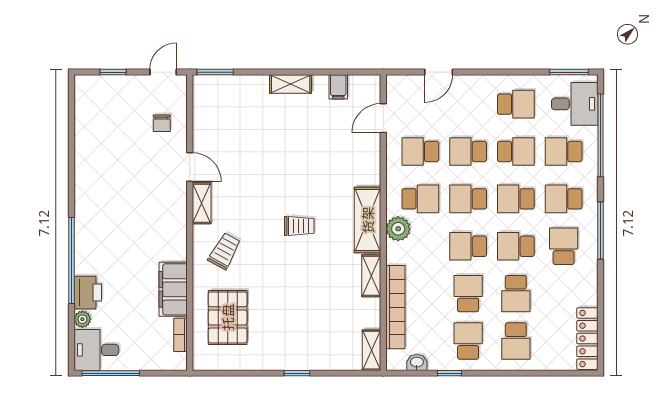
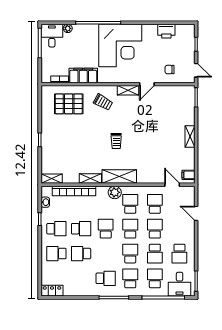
filing cabinet: (338, 87) -> (188, 175), moved
school desk: (420, 199) -> (130, 204), turned 180
corner desk: (115, 218) -> (120, 45), added
school desk: (516, 246) -> (106, 254), removed
printer: (88, 293) -> (166, 31), moved
locker: (587, 339) -> (52, 291), width x0.66

